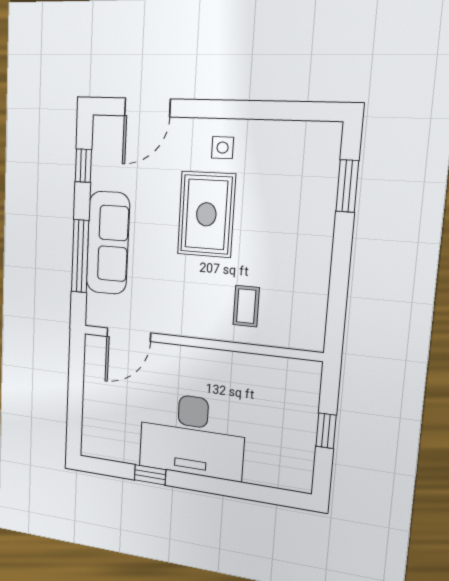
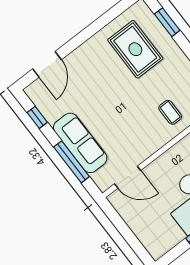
side table: (223, 148) -> (98, 52), removed
rug: (206, 214) -> (135, 49), moved
door: (129, 335) -> (128, 177), hinge flipped

